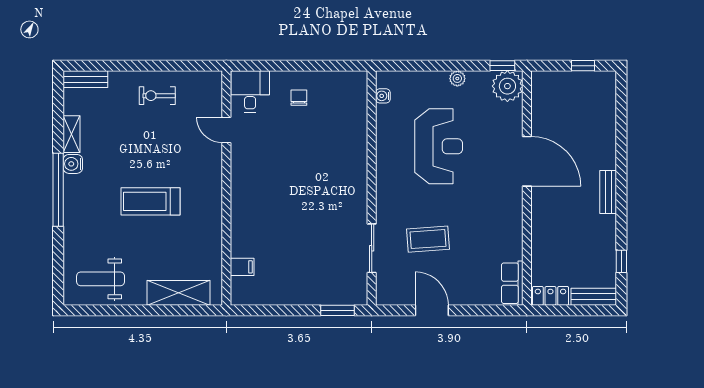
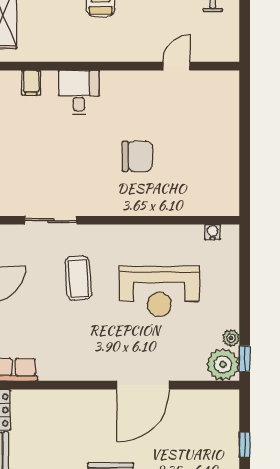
plant: (457, 78) -> (231, 338), moved
desk: (250, 91) -> (79, 92), moved, turned -90
chair: (299, 98) -> (137, 156), moved, width x1.87, depth x1.87
coffee table: (428, 239) -> (78, 278), moved

